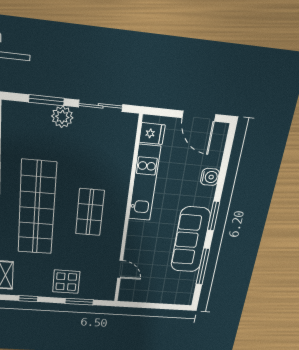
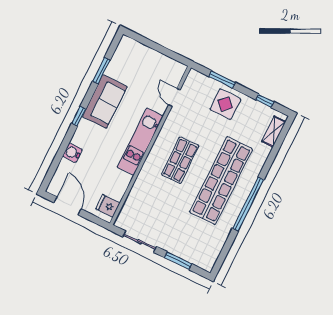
plant: (62, 117) -> (171, 244), removed
kitchen unit: (144, 183) -> (140, 142), moved
window: (214, 216) -> (79, 116), width x0.67
sofa: (190, 240) -> (105, 101), width x0.73
window: (203, 267) -> (101, 71), width x0.69

